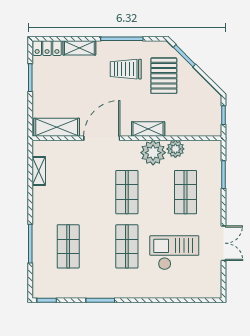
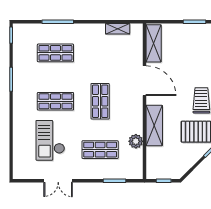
shelving: (148, 129) -> (154, 125), width x1.50, depth x1.33
plant: (153, 153) -> (133, 123), removed
shop shelf: (127, 192) -> (100, 101), turned 90
checkout: (174, 253) -> (50, 140), turned 180

